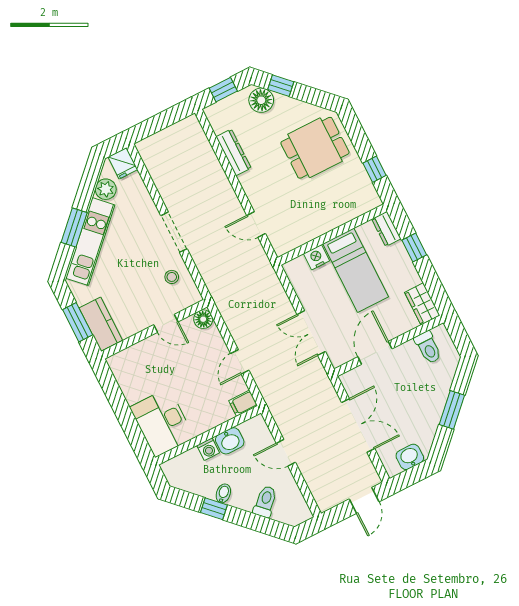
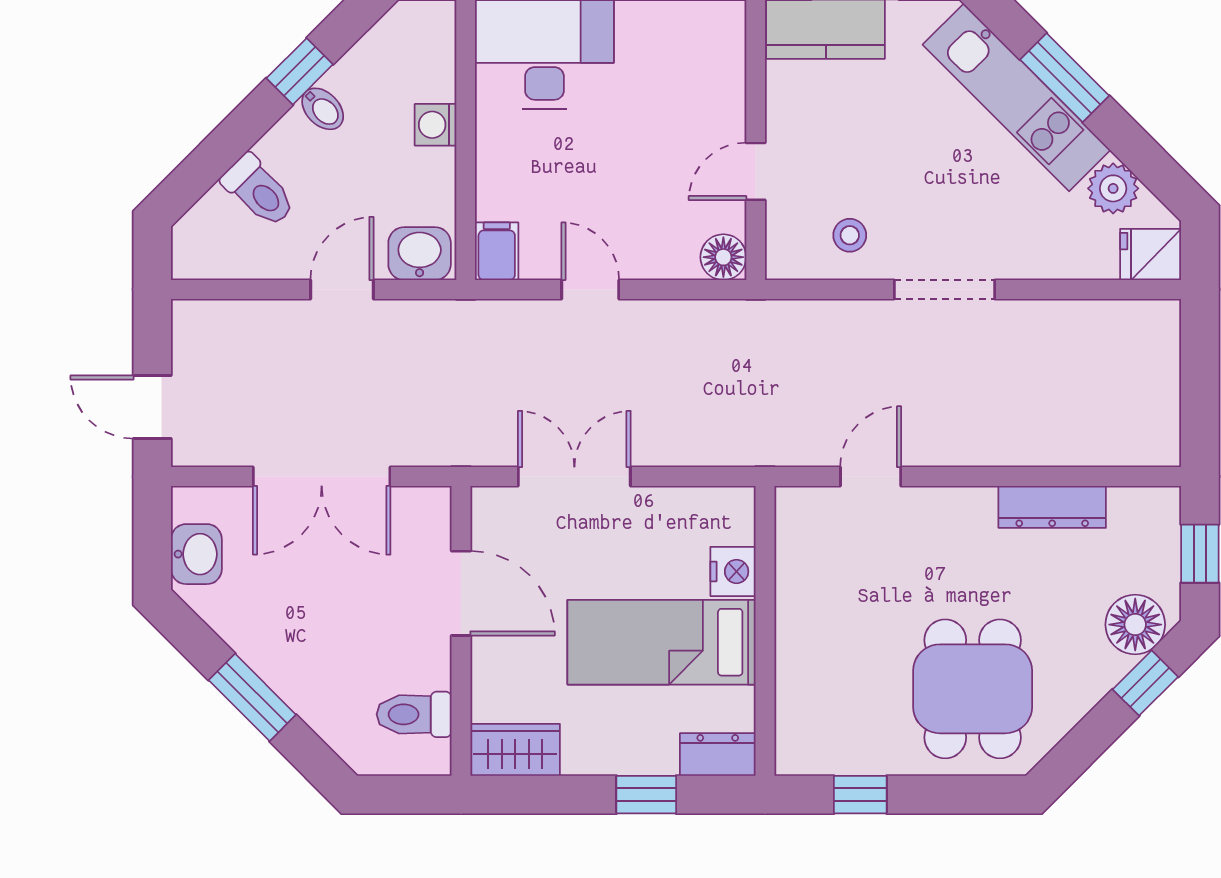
washbasin: (230, 441) -> (420, 254), moved, turned 90

